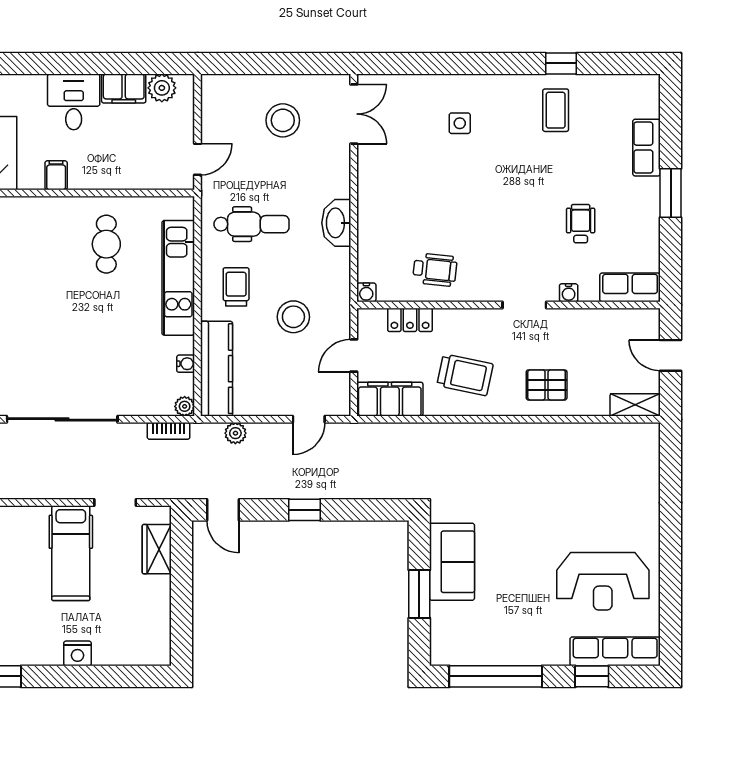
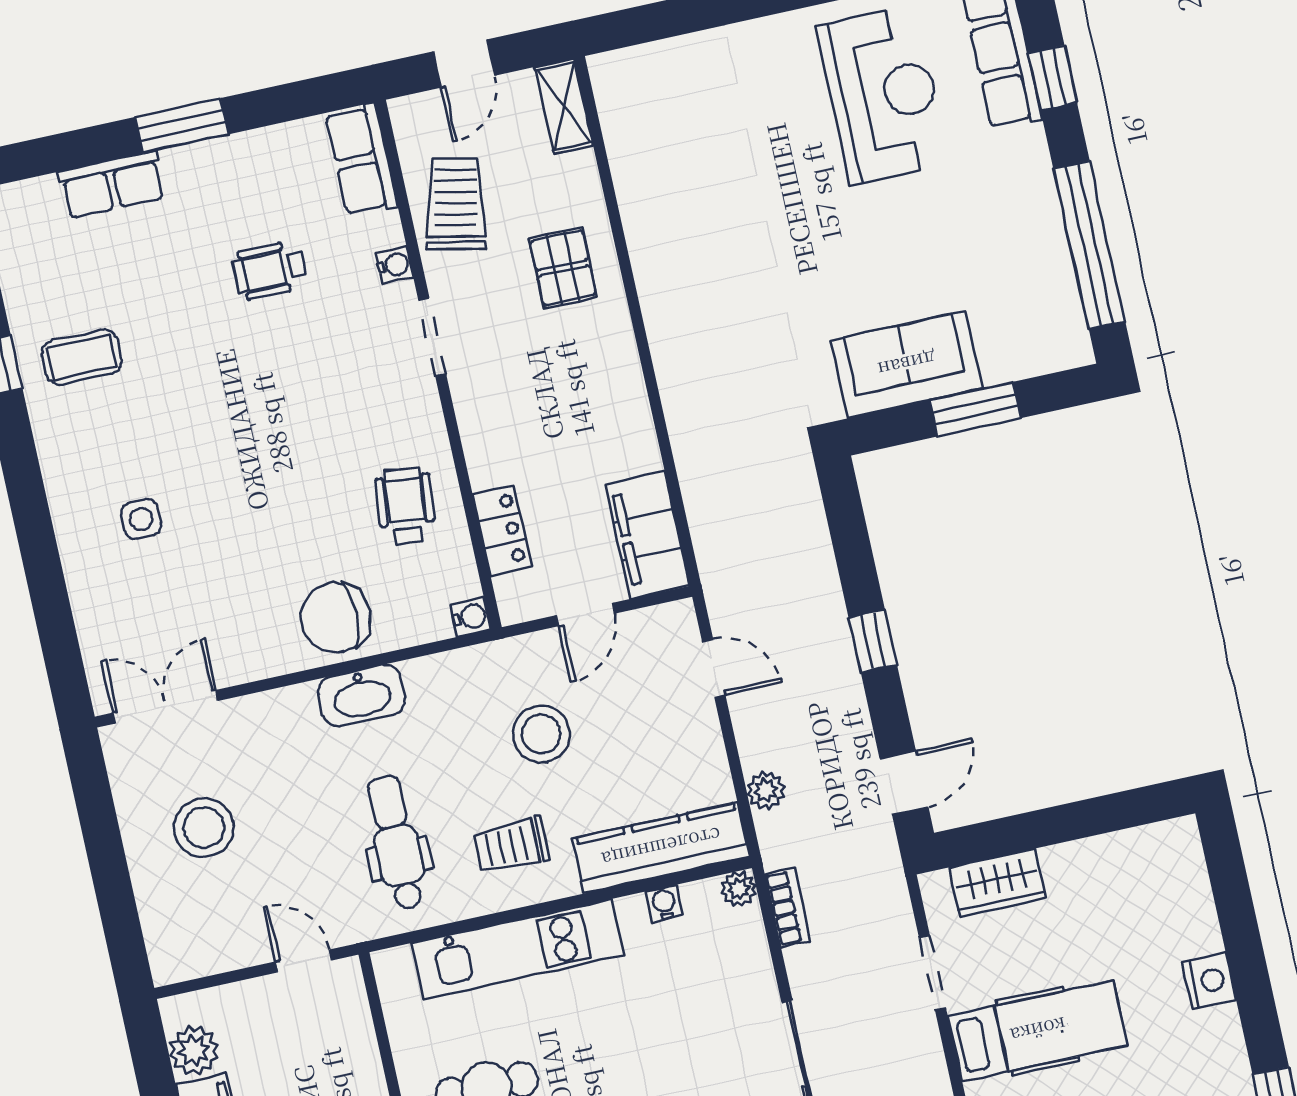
chair: (382, 218) -> (336, 618), added
door: (354, 355) -> (586, 614), hinge flipped
trolley: (465, 375) -> (456, 204), moved

